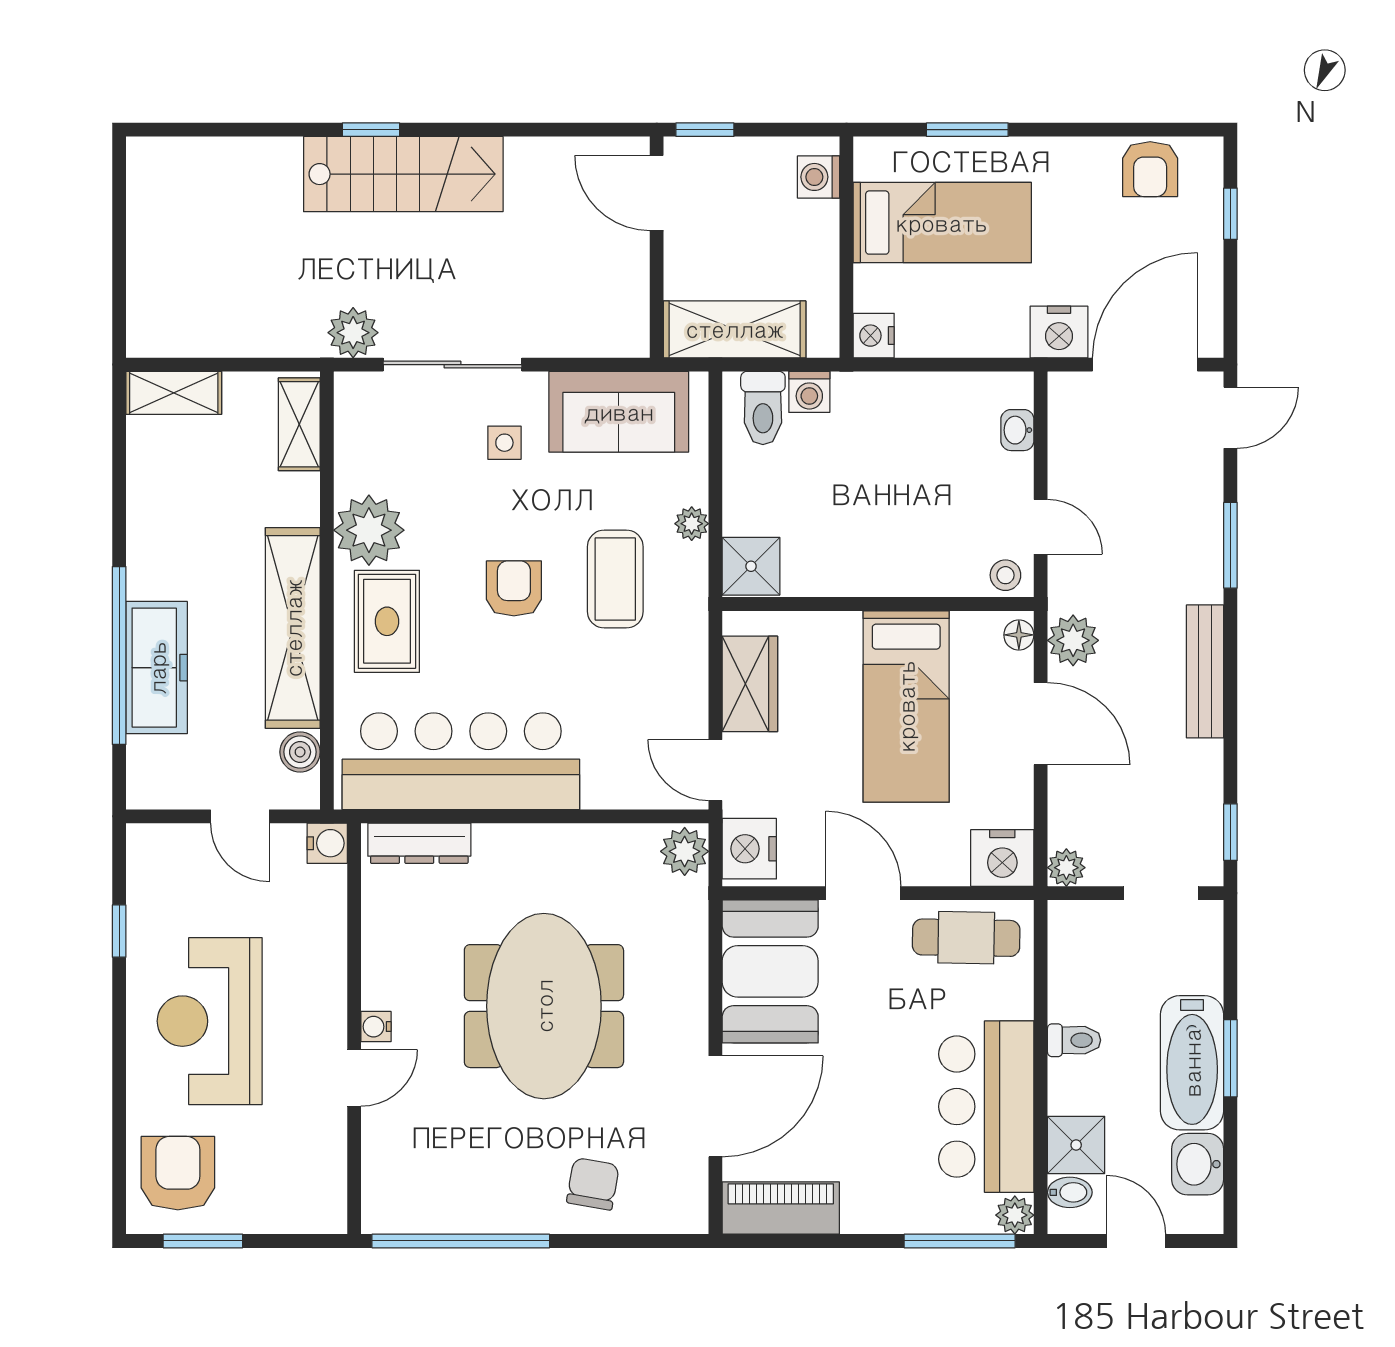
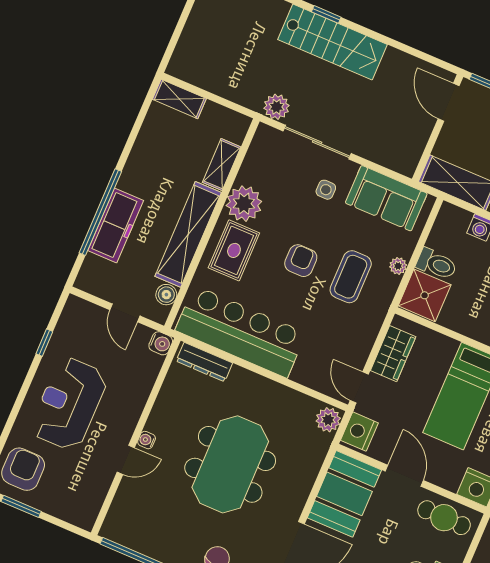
toilet: (763, 408) -> (437, 264), moved, turned -90
shelving: (299, 424) -> (222, 165), moved
shower: (751, 566) -> (425, 295), width x1.36, depth x1.36

